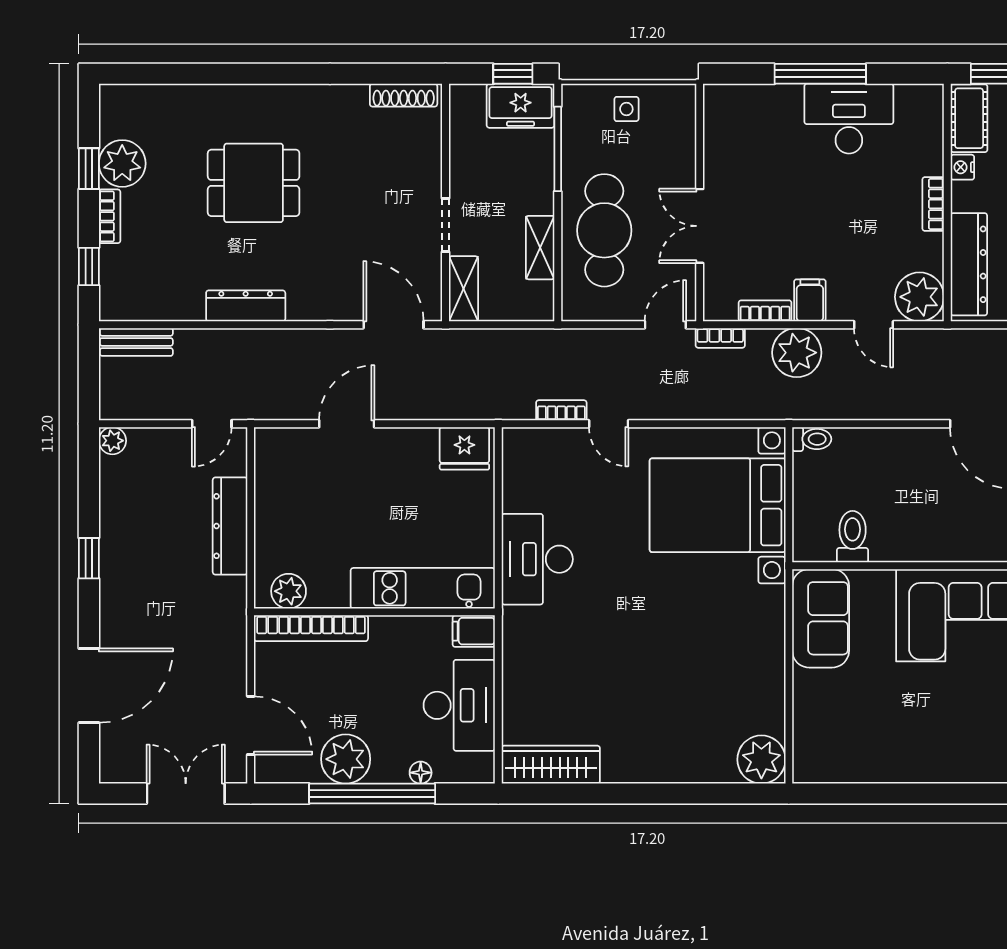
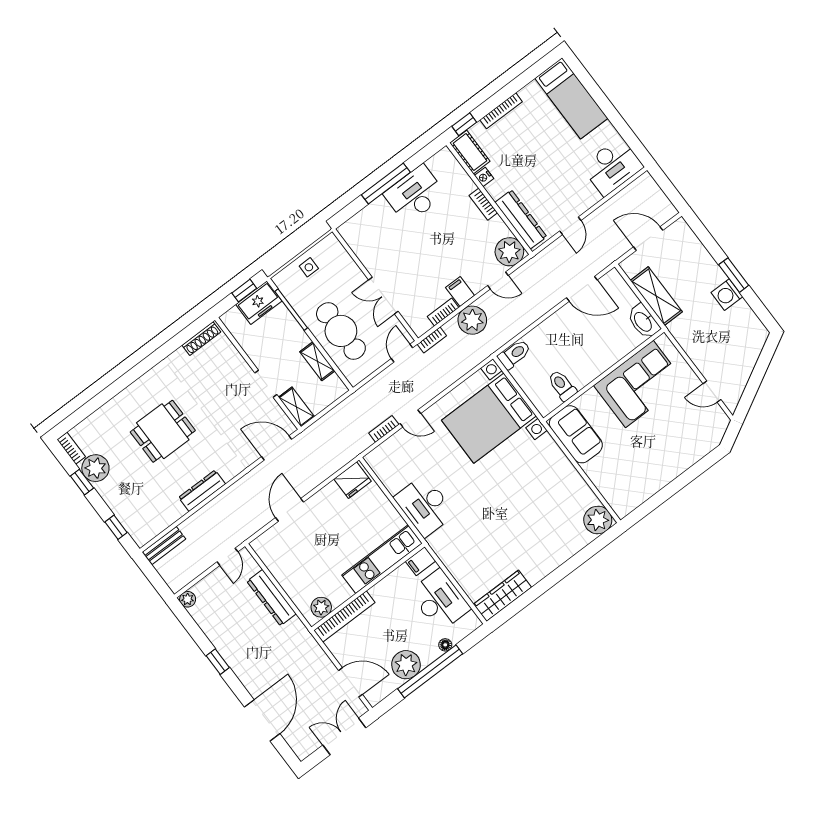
bookcase: (110, 216) -> (71, 448), moved
toilet: (812, 439) -> (514, 354), width x1.37, depth x1.39

